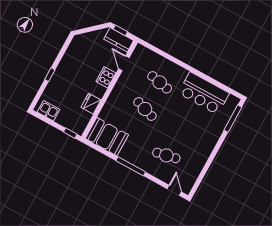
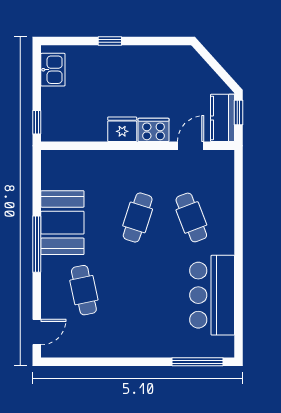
cafe table: (160, 82) -> (191, 217), turned -33
fridge: (91, 104) -> (122, 129), moved
booth: (107, 137) -> (62, 223), moved

